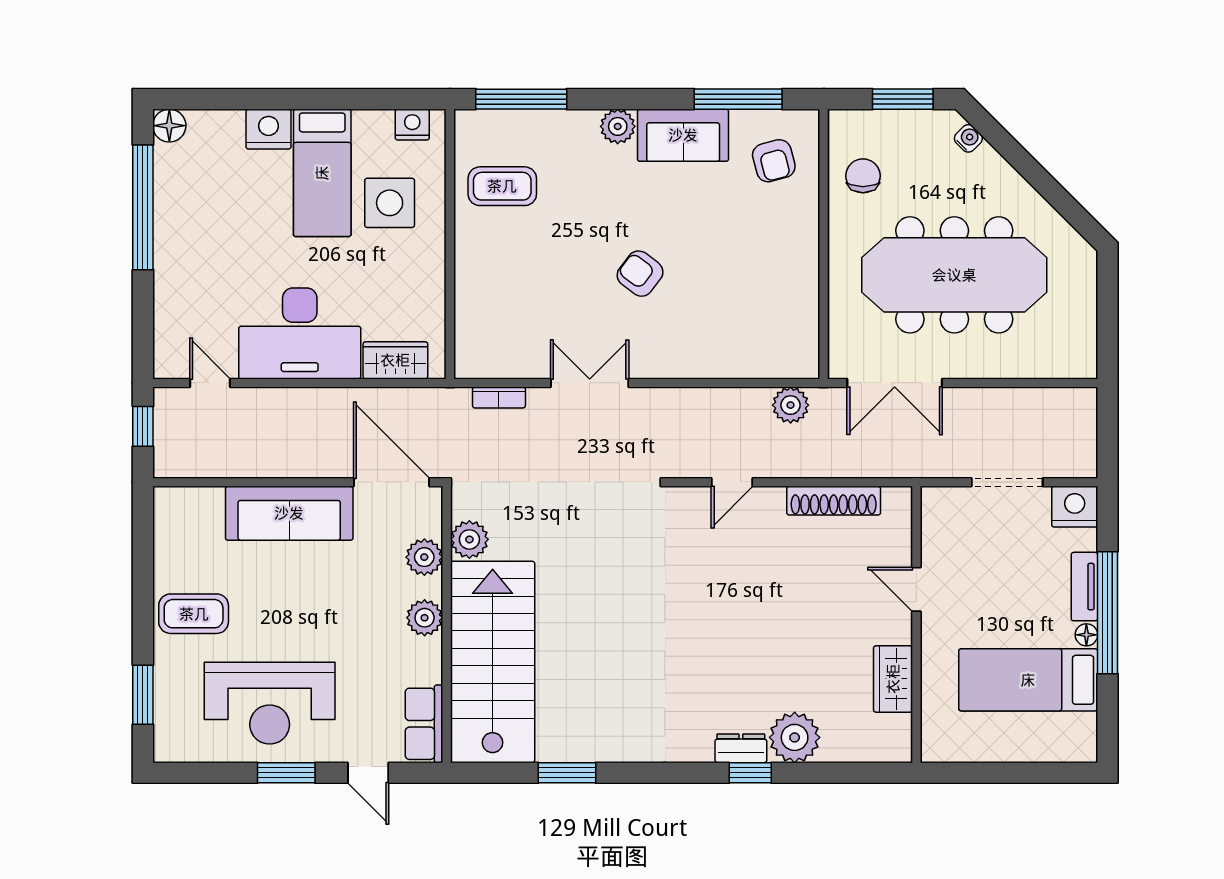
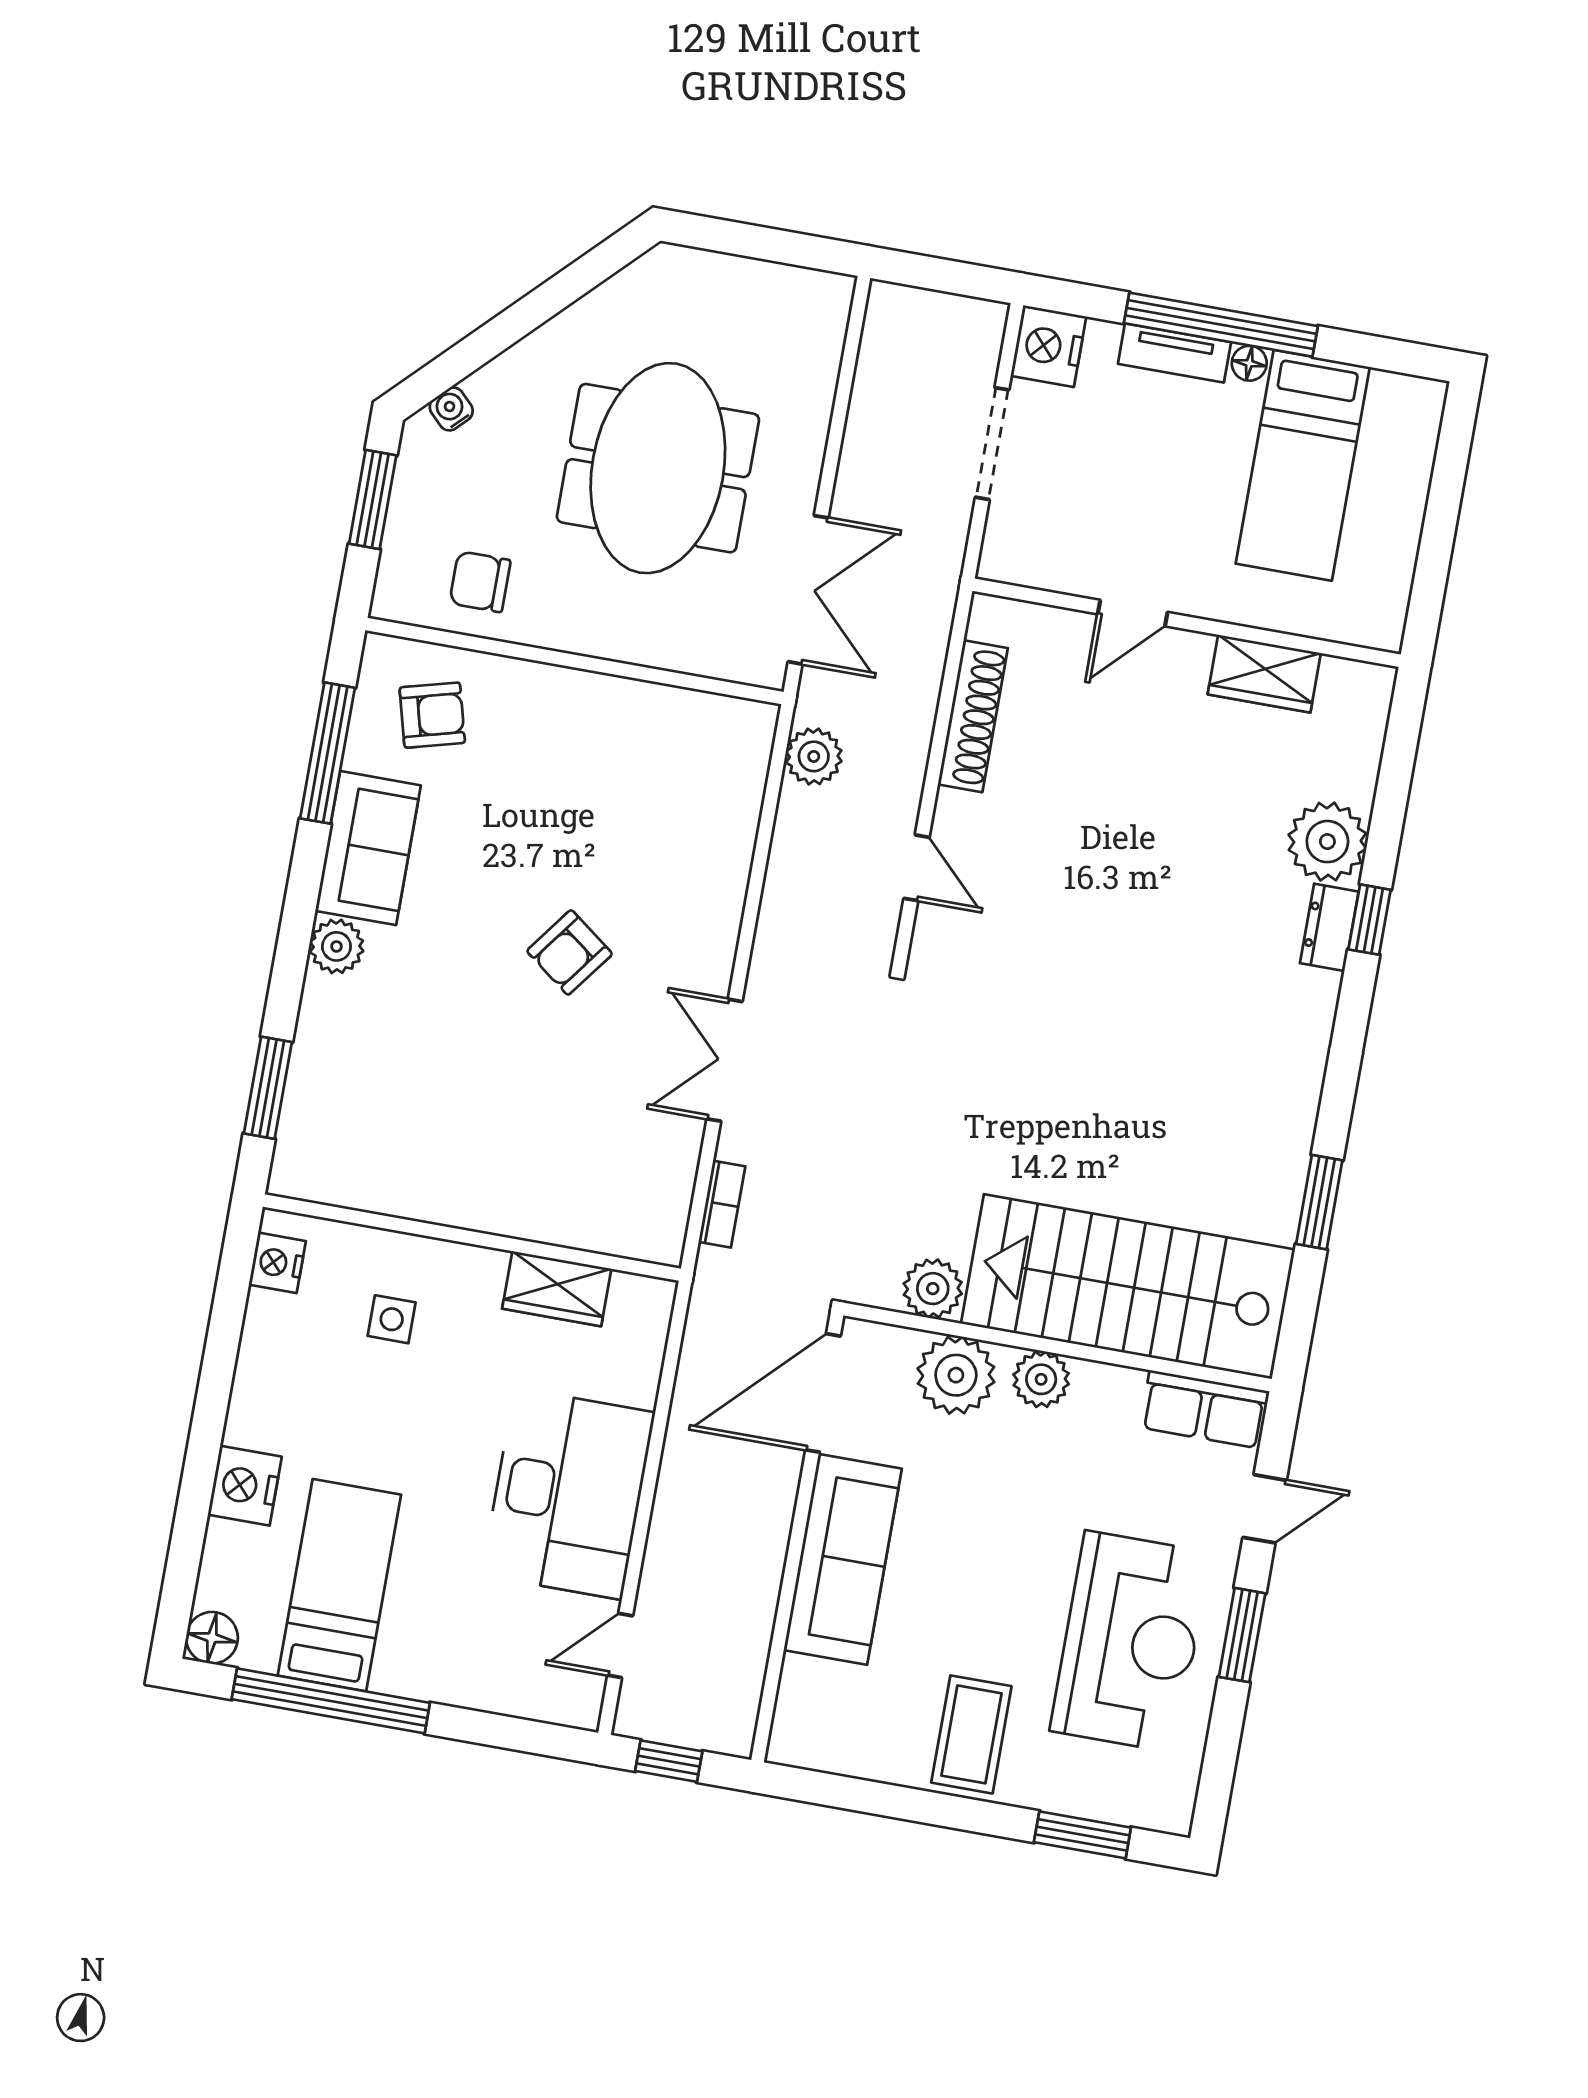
window: (521, 99) -> (268, 1088), width x0.69
bed: (322, 173) -> (339, 1585), moved, turned -90
coffee table: (502, 186) -> (397, 1141), removed
side table: (390, 203) -> (392, 1319), width x0.54, depth x0.54
meeting table: (954, 275) -> (658, 468), width x0.73
wardrobe: (395, 360) -> (557, 1289), moved, turned -90
plant: (424, 557) -> (956, 1375), width x1.36, depth x1.36

